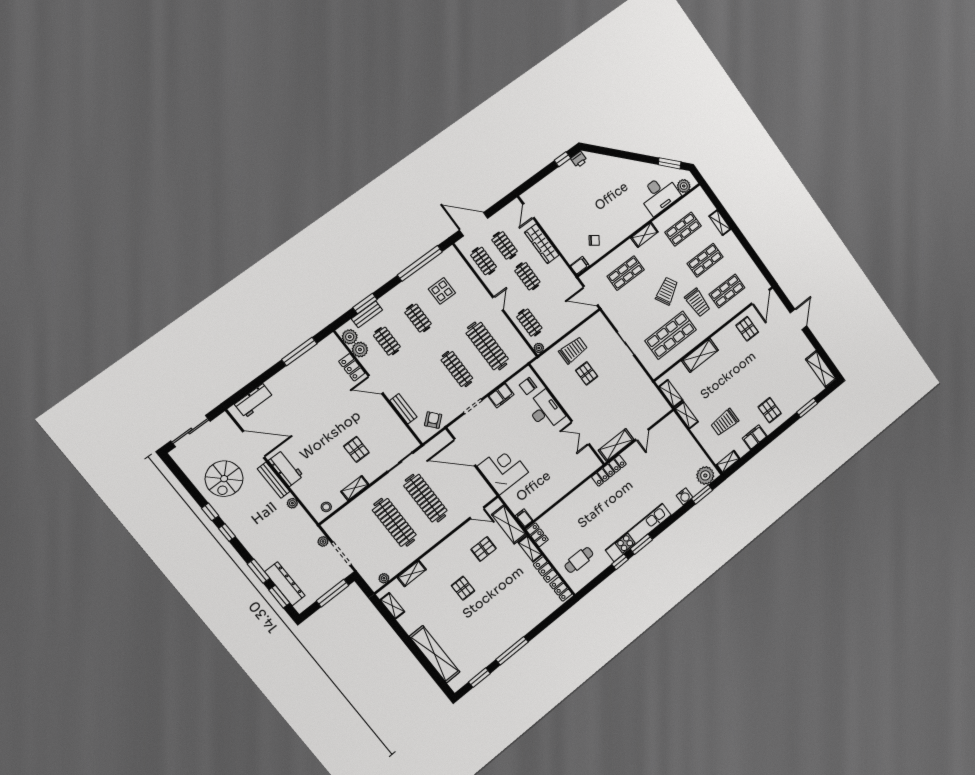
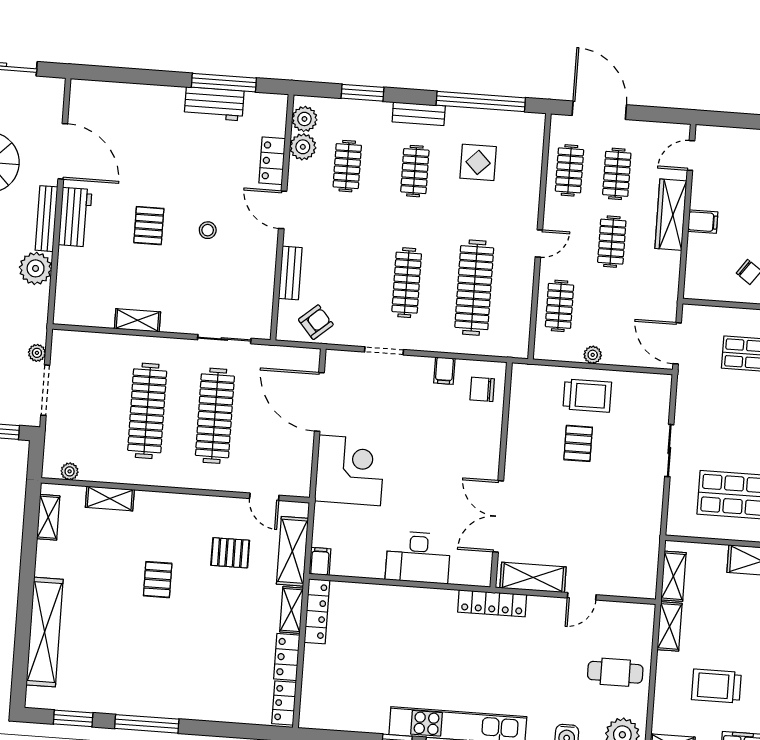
filing cabinet: (580, 266) -> (703, 222), moved
bench: (367, 314) -> (419, 114), moved
plant: (539, 348) -> (593, 355), moved
filing cabinet: (501, 396) -> (444, 371), width x0.50
workbench: (254, 401) -> (214, 104), moved
desk: (545, 411) -> (418, 557), moved, turned 90
double door: (580, 433) -> (498, 516), width x1.37
pallet: (356, 449) -> (149, 226), moved
plant: (292, 503) -> (36, 268), width x1.87, depth x1.87
stool: (326, 507) -> (208, 230), moved
locker: (537, 535) -> (317, 611), width x1.53
cafe table: (579, 560) -> (615, 672), moved

